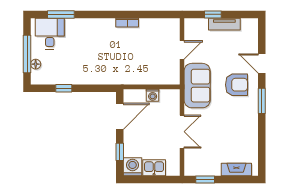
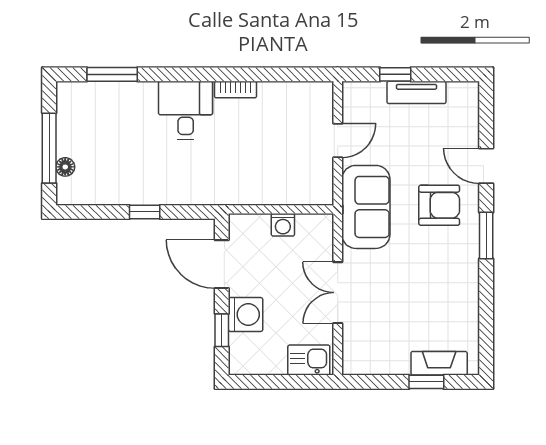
desk: (50, 34) -> (186, 110), moved
window: (64, 88) -> (145, 212), moved
door: (120, 116) -> (222, 264), swing flipped
double door: (182, 132) -> (338, 293), swing flipped
washing machine: (133, 167) -> (246, 315), moved, turned 90
kitchen sink: (154, 168) -> (309, 360), moved
window: (205, 180) -> (426, 382), moved

